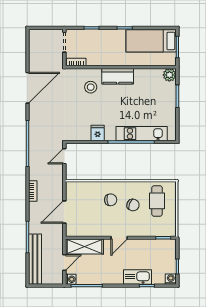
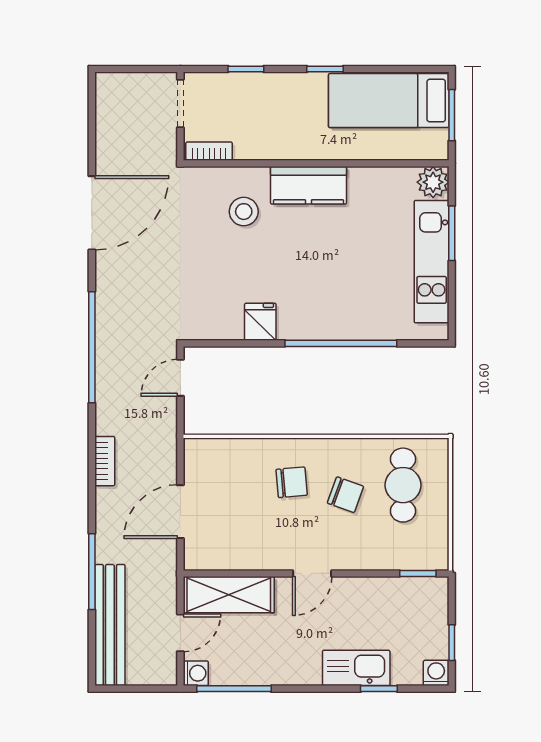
kitchen unit: (142, 134) -> (432, 262), moved, turned -90

